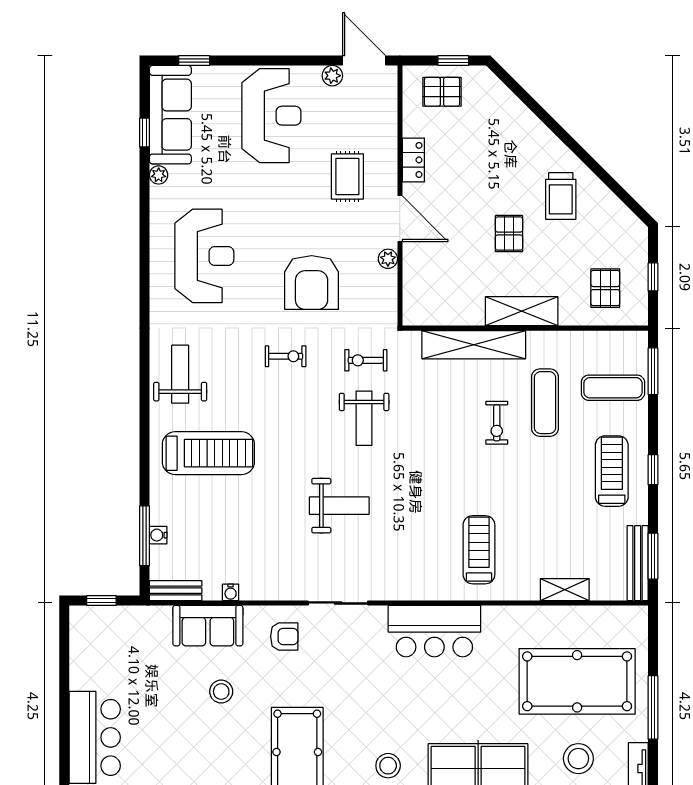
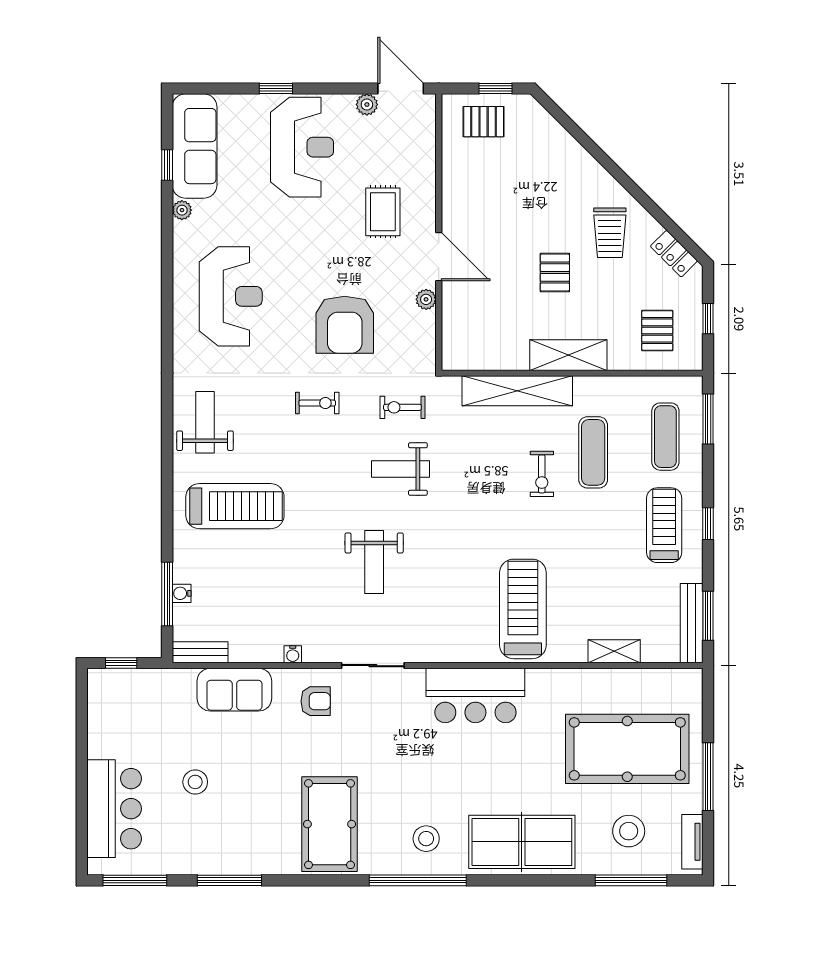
window: (194, 61) -> (276, 89), moved
locker: (413, 160) -> (674, 254), moved, turned 135
exercise mat: (613, 388) -> (665, 437), turned 90
weight bench: (364, 418) -> (401, 469), turned 90
weight bench: (339, 506) -> (374, 562), turned 90
treadmill: (479, 550) -> (523, 609), width x1.37, depth x1.38
water cooler: (231, 592) -> (293, 654), moved
stool: (221, 692) -> (195, 782), moved

